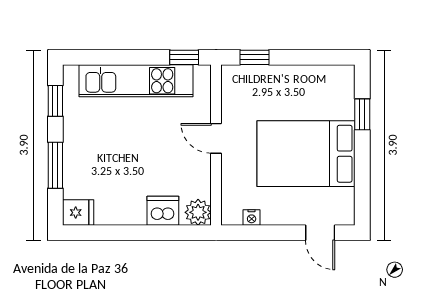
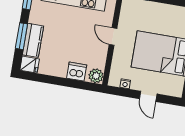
kitchen counter: (77, 169) -> (33, 40), added
door: (320, 233) -> (148, 96), moved

